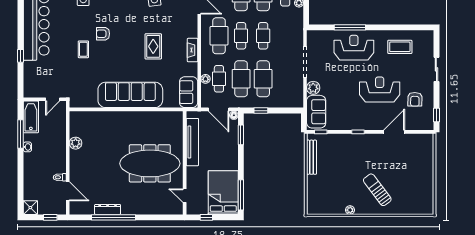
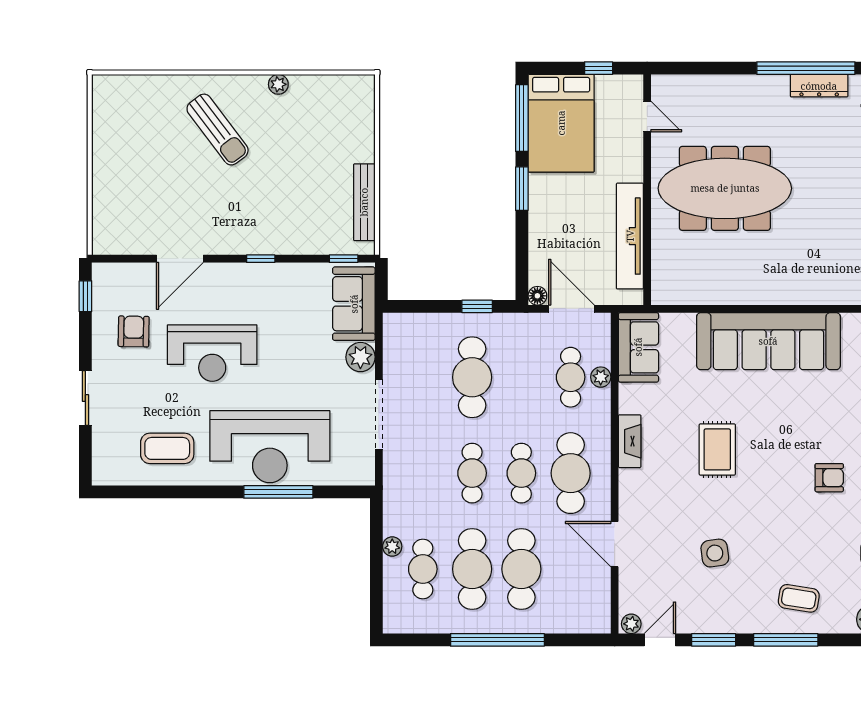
reception desk: (354, 48) -> (270, 447), width x1.36, depth x1.30
cafe table: (241, 79) -> (521, 377), removed
window: (241, 135) -> (522, 189), moved

